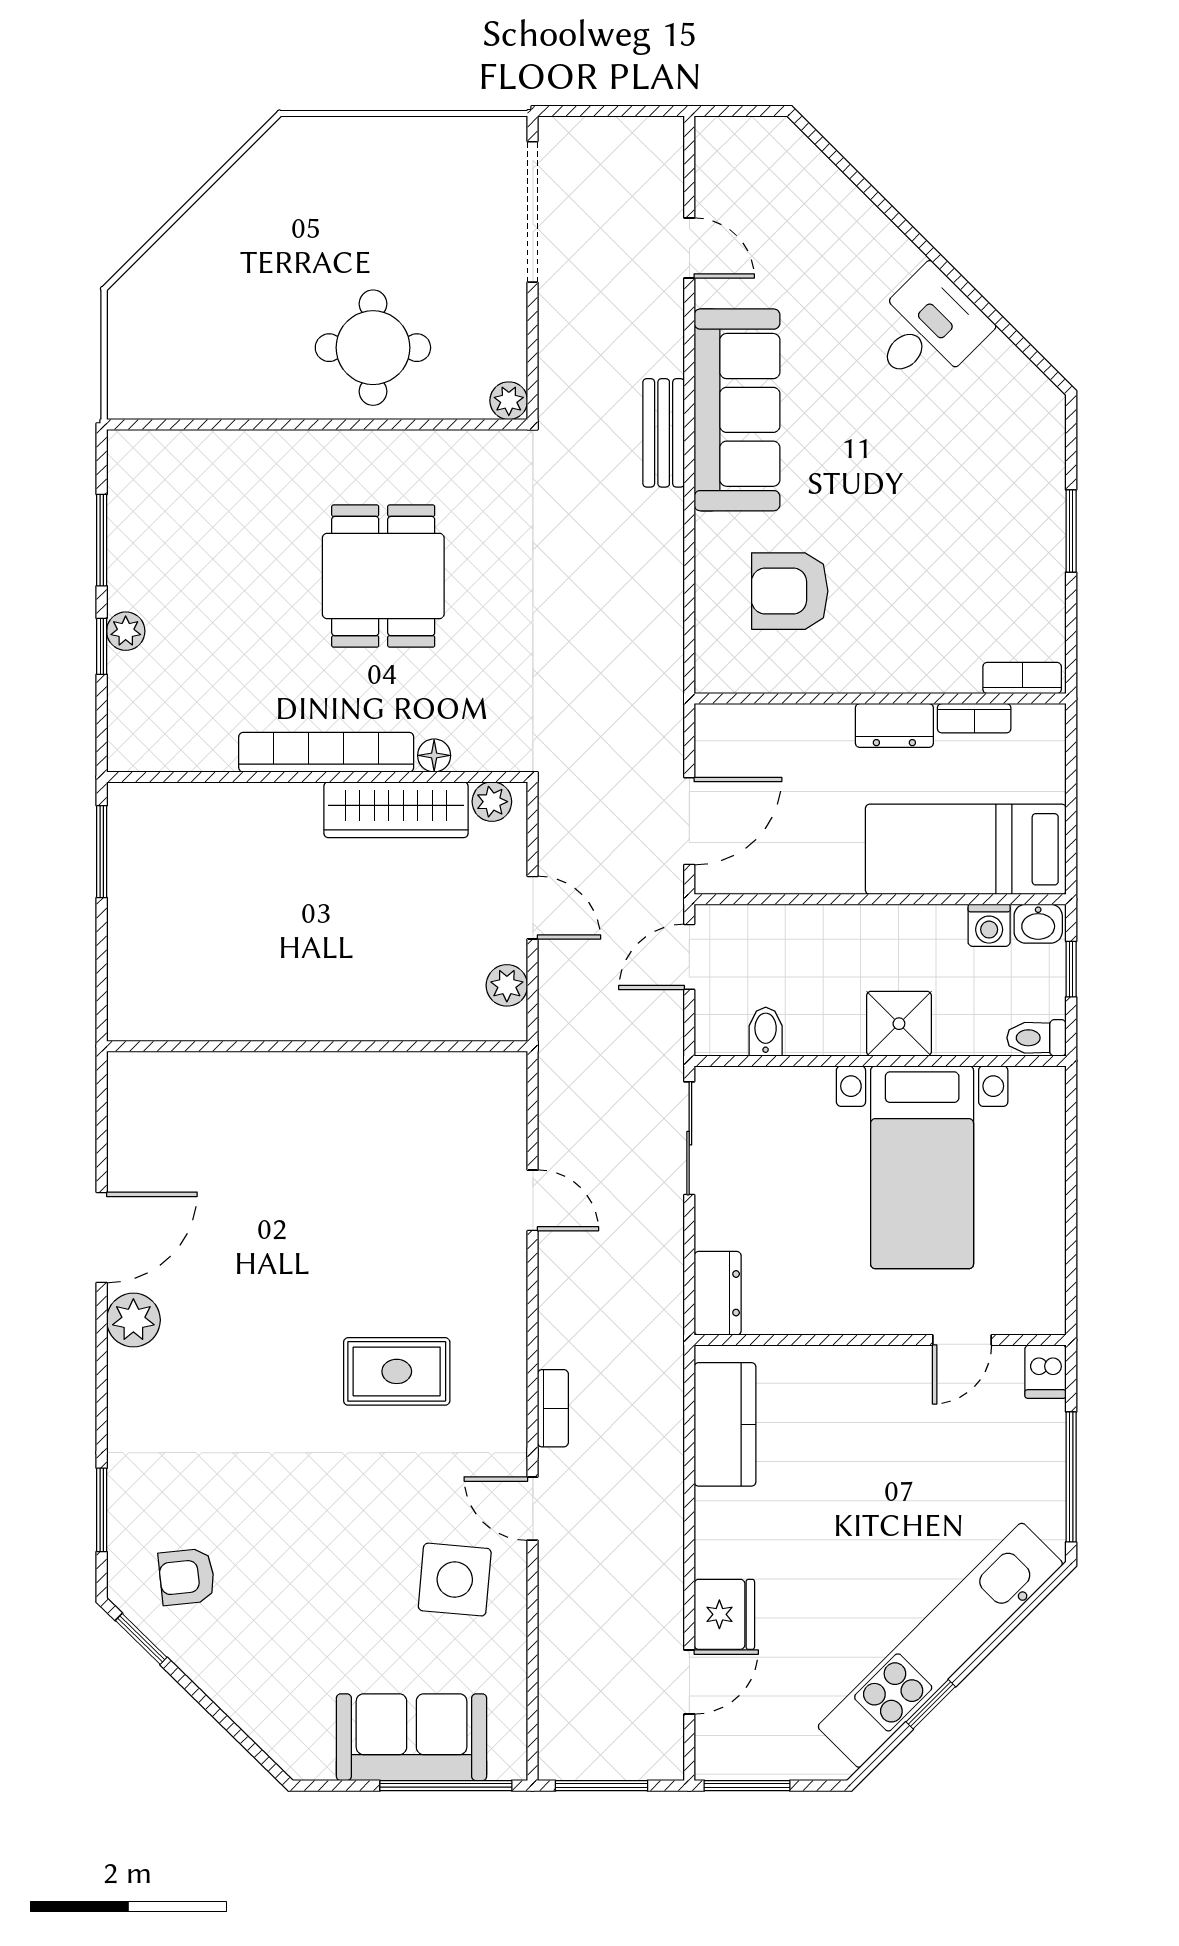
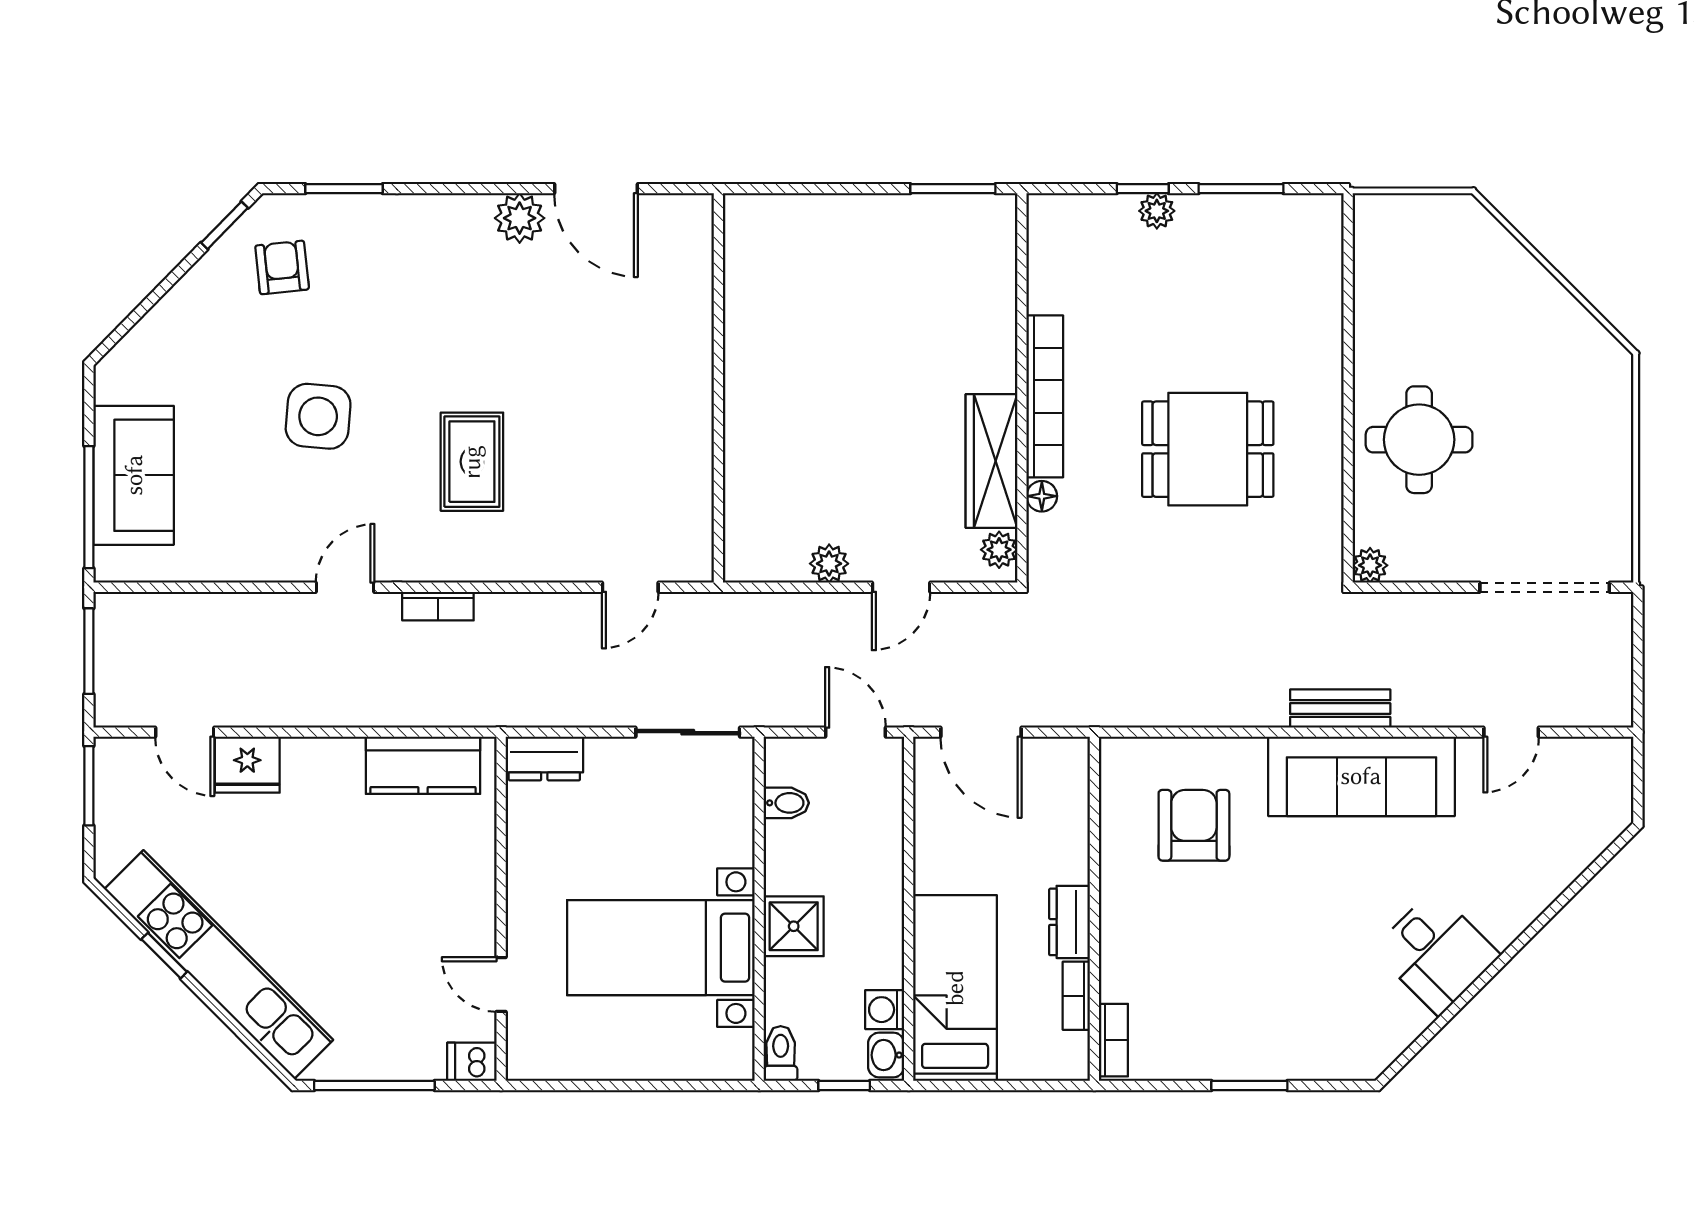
wall: (317, 1046) -> (718, 388), moved
side table: (455, 1580) -> (318, 416), moved

